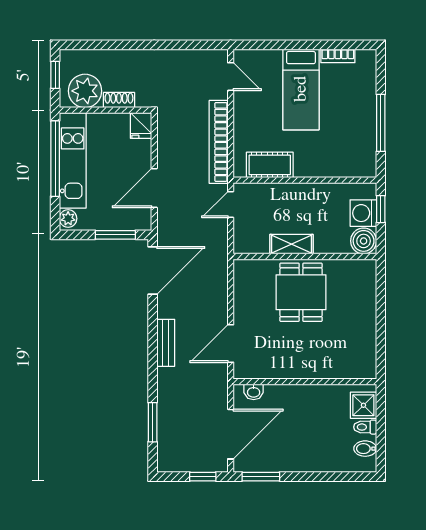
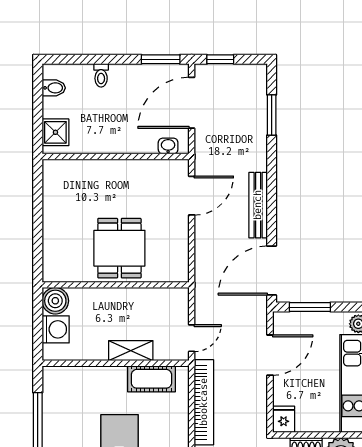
window: (381, 209) -> (38, 333), removed
shelving: (291, 244) -> (131, 351), moved
bench: (166, 343) -> (258, 205), width x1.36
toilet: (365, 427) -> (101, 75), moved, turned 90

